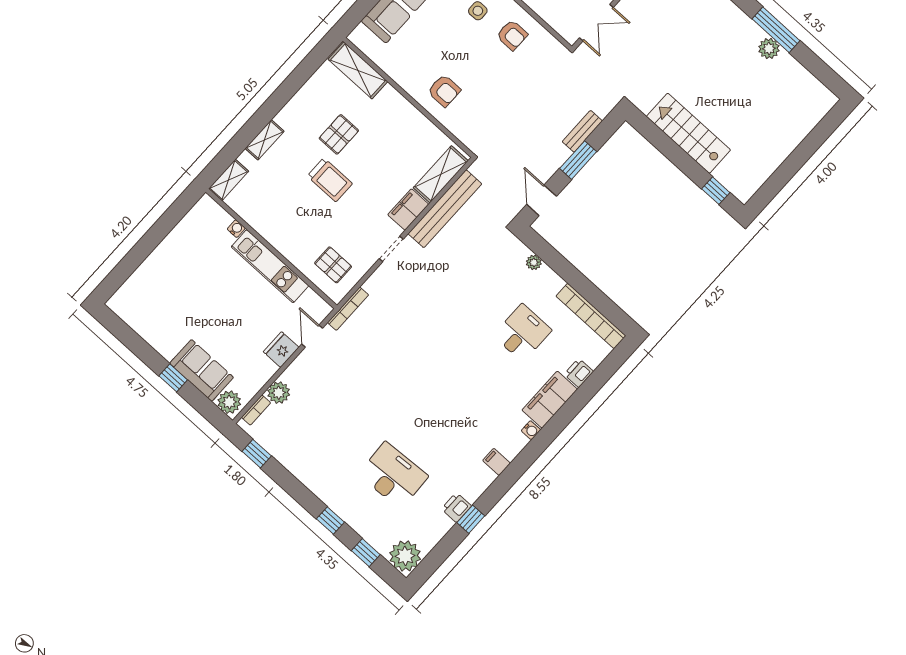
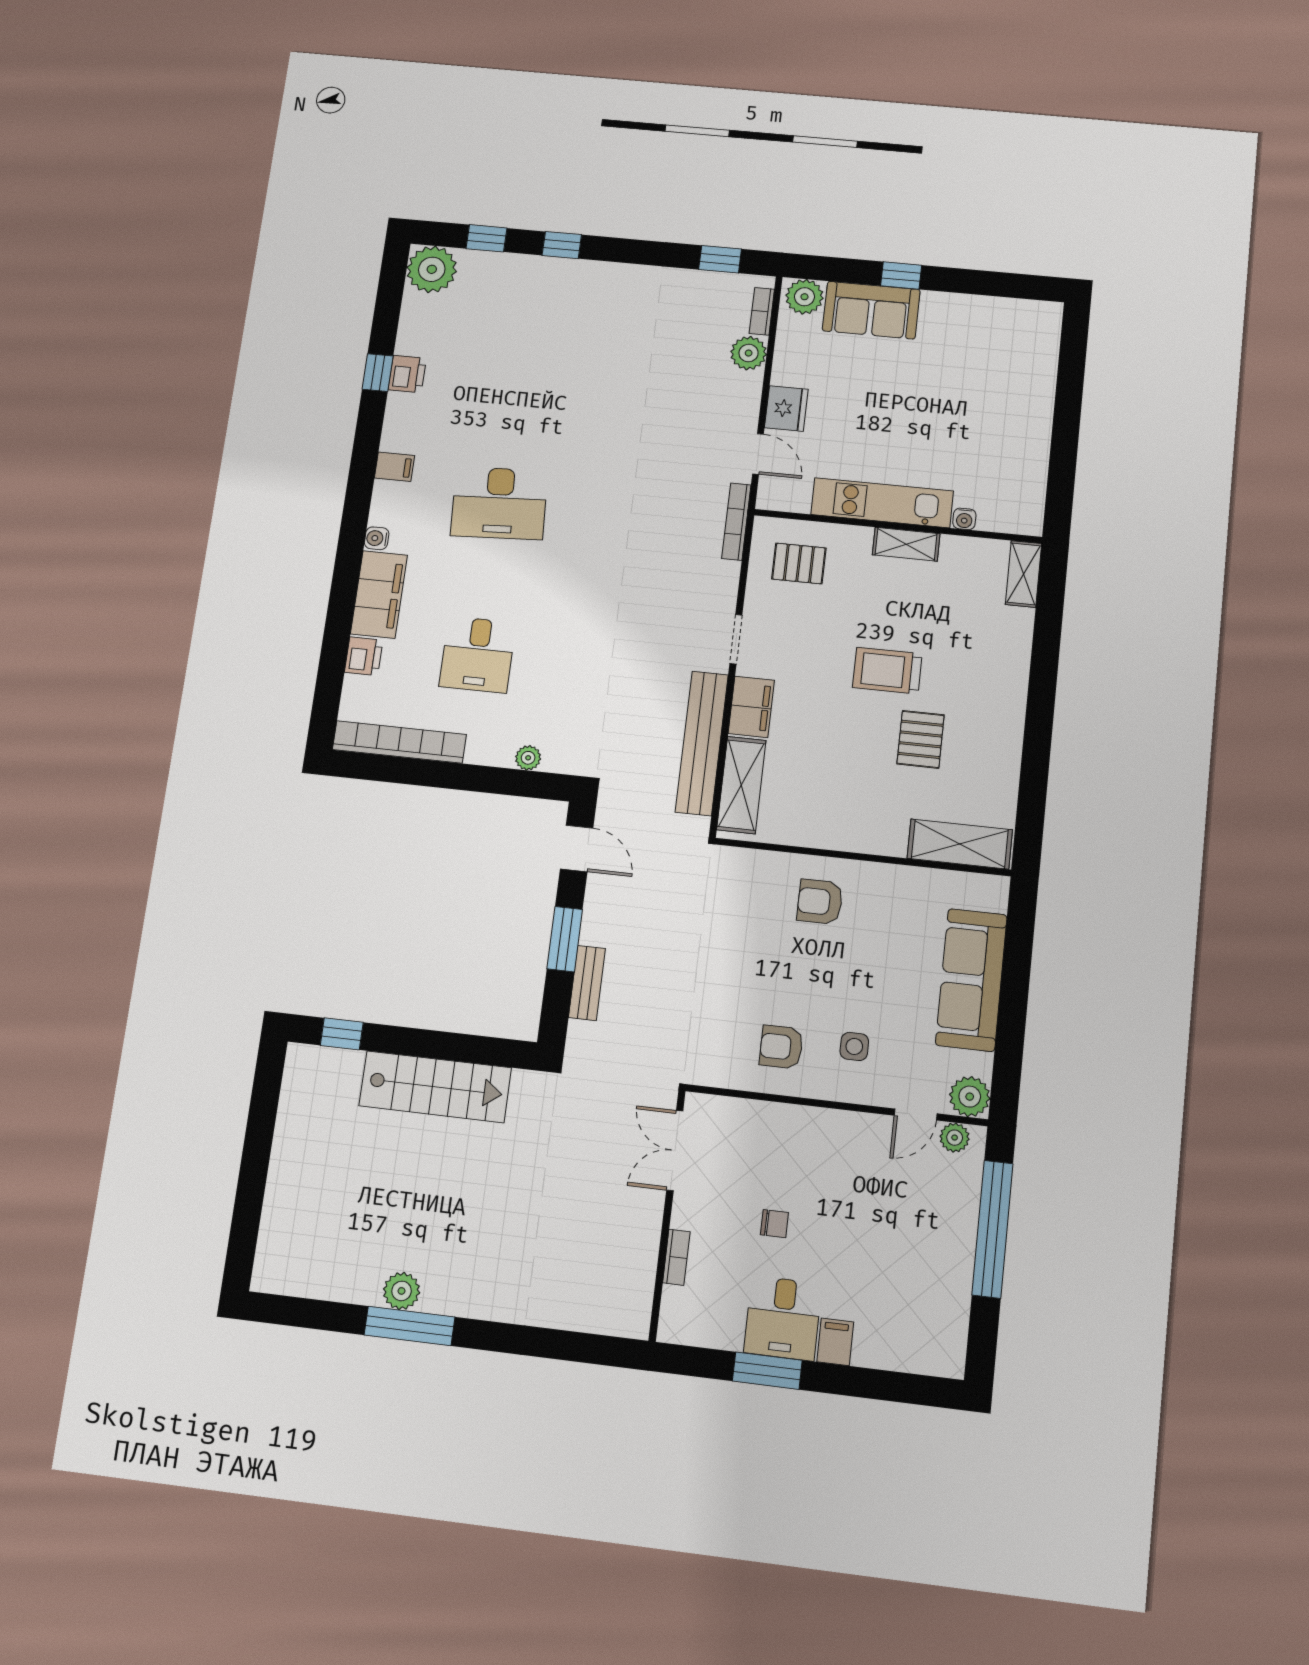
shelving: (265, 140) -> (906, 544), moved, turned 90
desk: (393, 475) -> (499, 503), moved

